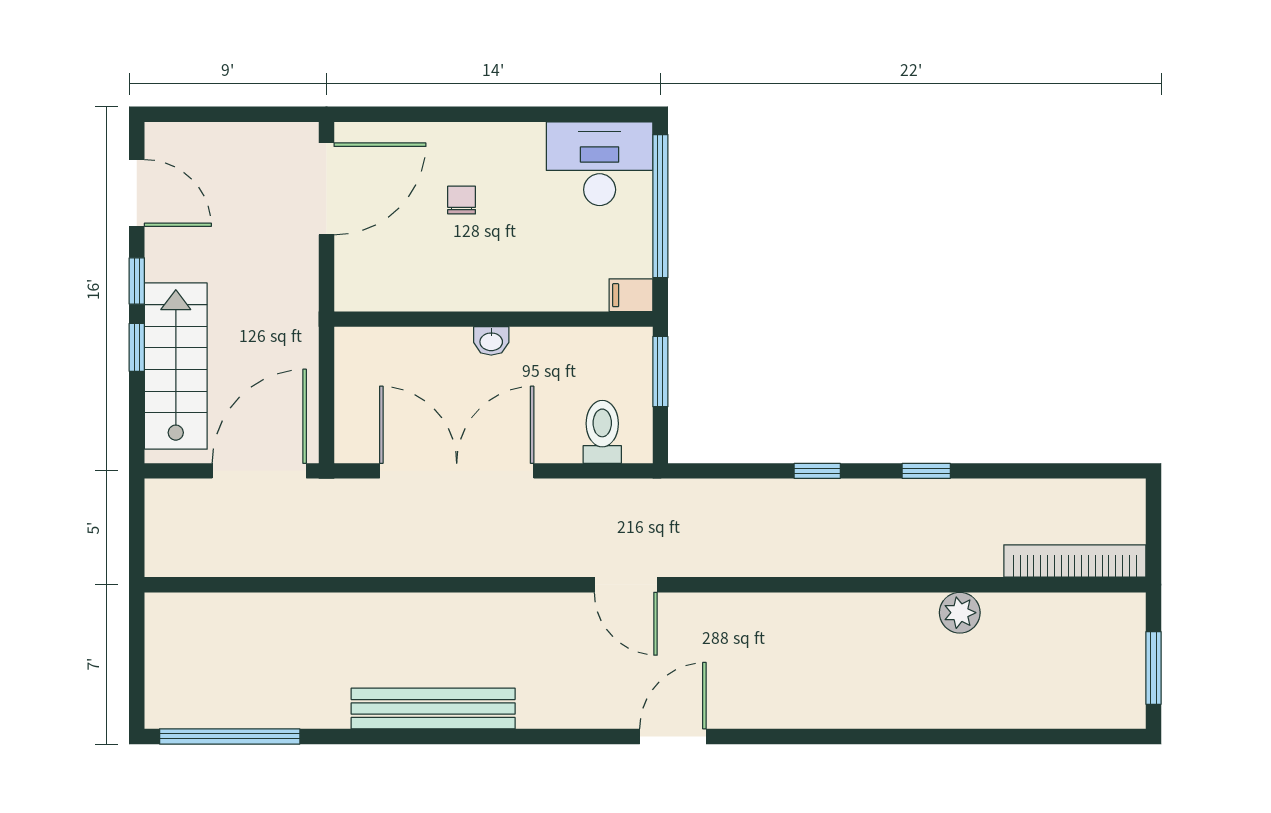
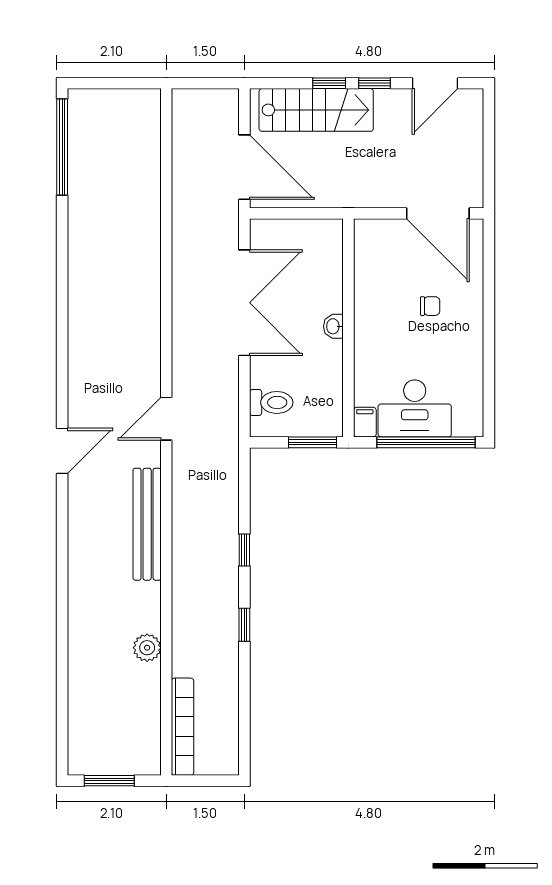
desk: (600, 164) -> (415, 408), moved, turned 90
bench: (433, 708) -> (147, 524), moved
door: (673, 736) -> (62, 451), hinge flipped

